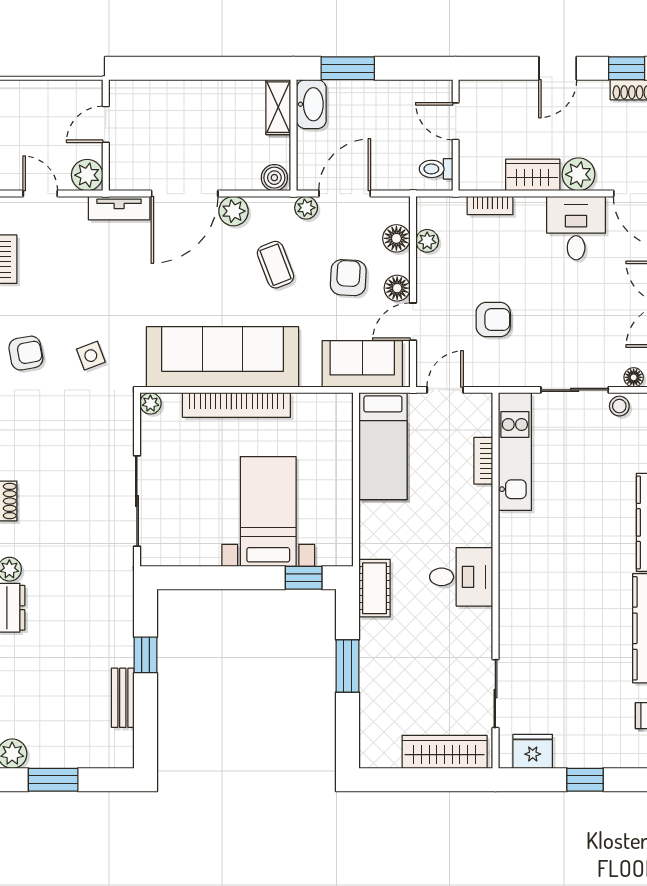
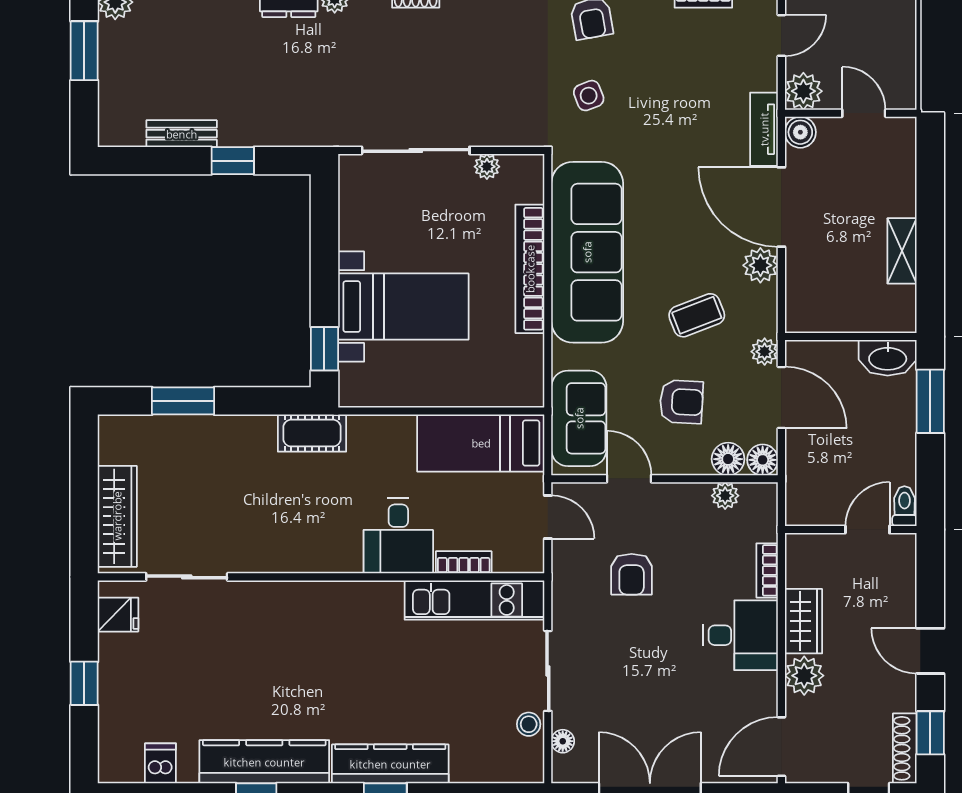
shelving: (278, 107) -> (902, 251), moved, turned 90
toilet: (436, 169) -> (904, 506), moved
boiler: (274, 178) -> (800, 132), moved
desk: (576, 228) -> (740, 635), moved
floor lamp: (397, 288) -> (763, 460), moved
plant: (150, 403) -> (487, 167), moved
desk: (461, 577) -> (398, 536), moved
window: (348, 666) -> (183, 401), moved
fridge: (533, 751) -> (118, 615), width x0.72

